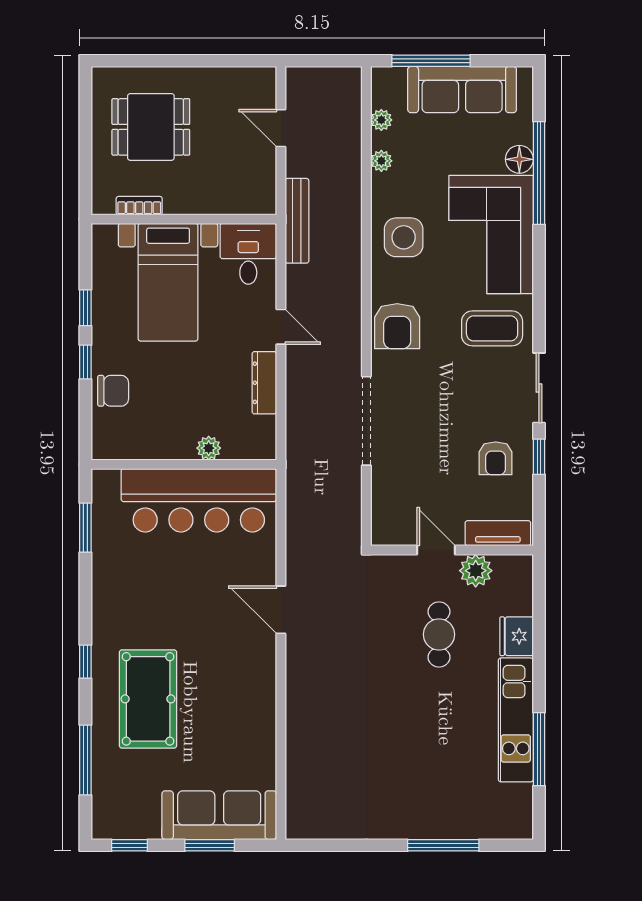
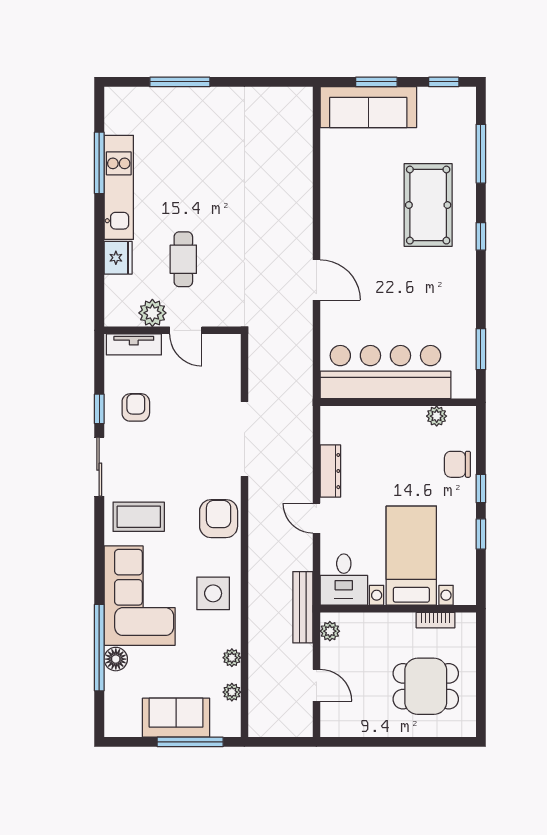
sofa: (462, 90) -> (176, 718), width x0.73
plant: (265, 192) -> (330, 631), added
plant: (209, 448) -> (437, 416), moved

